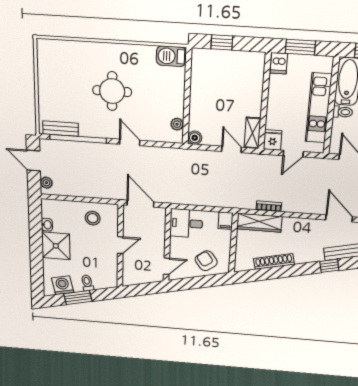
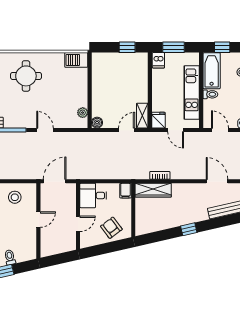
window: (222, 42) -> (127, 47), moved
round table: (112, 91) -> (26, 76), moved
door: (231, 149) -> (127, 130), hinge flipped
door: (293, 154) -> (176, 130), hinge flipped
door: (140, 204) -> (55, 181), hinge flipped
shoe rack: (274, 261) -> (168, 224), removed
door: (167, 266) -> (78, 224), moved
window: (329, 266) -> (189, 229), moved

